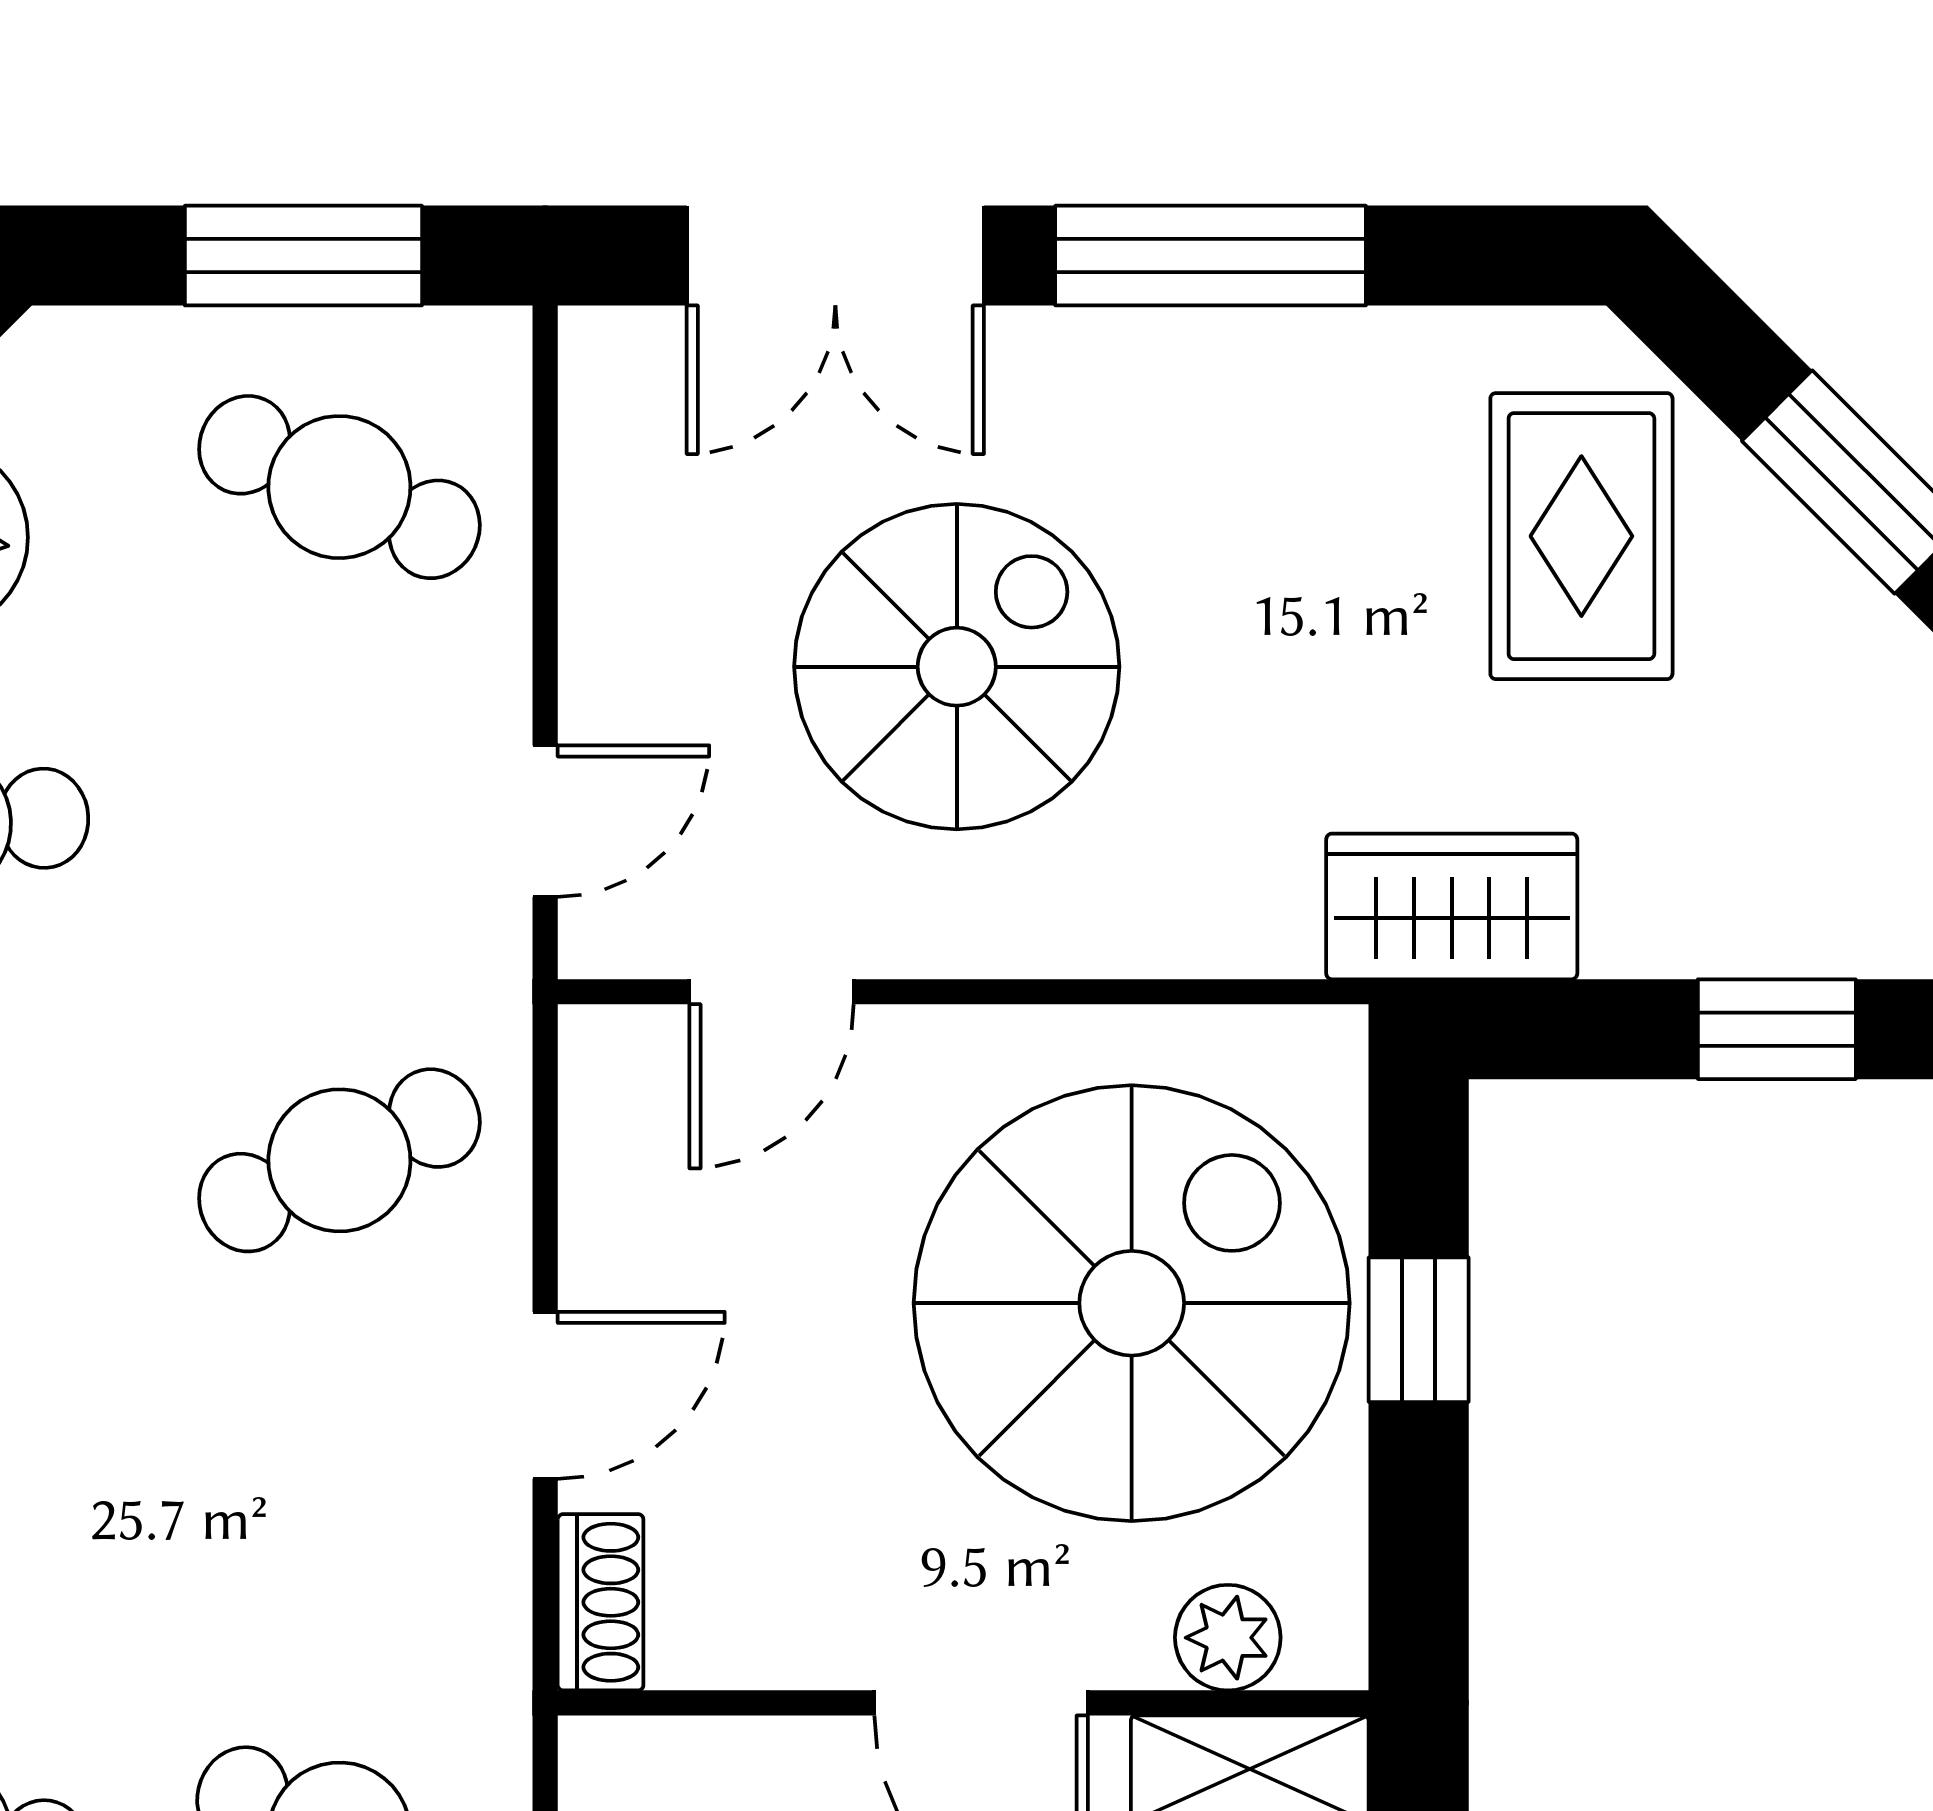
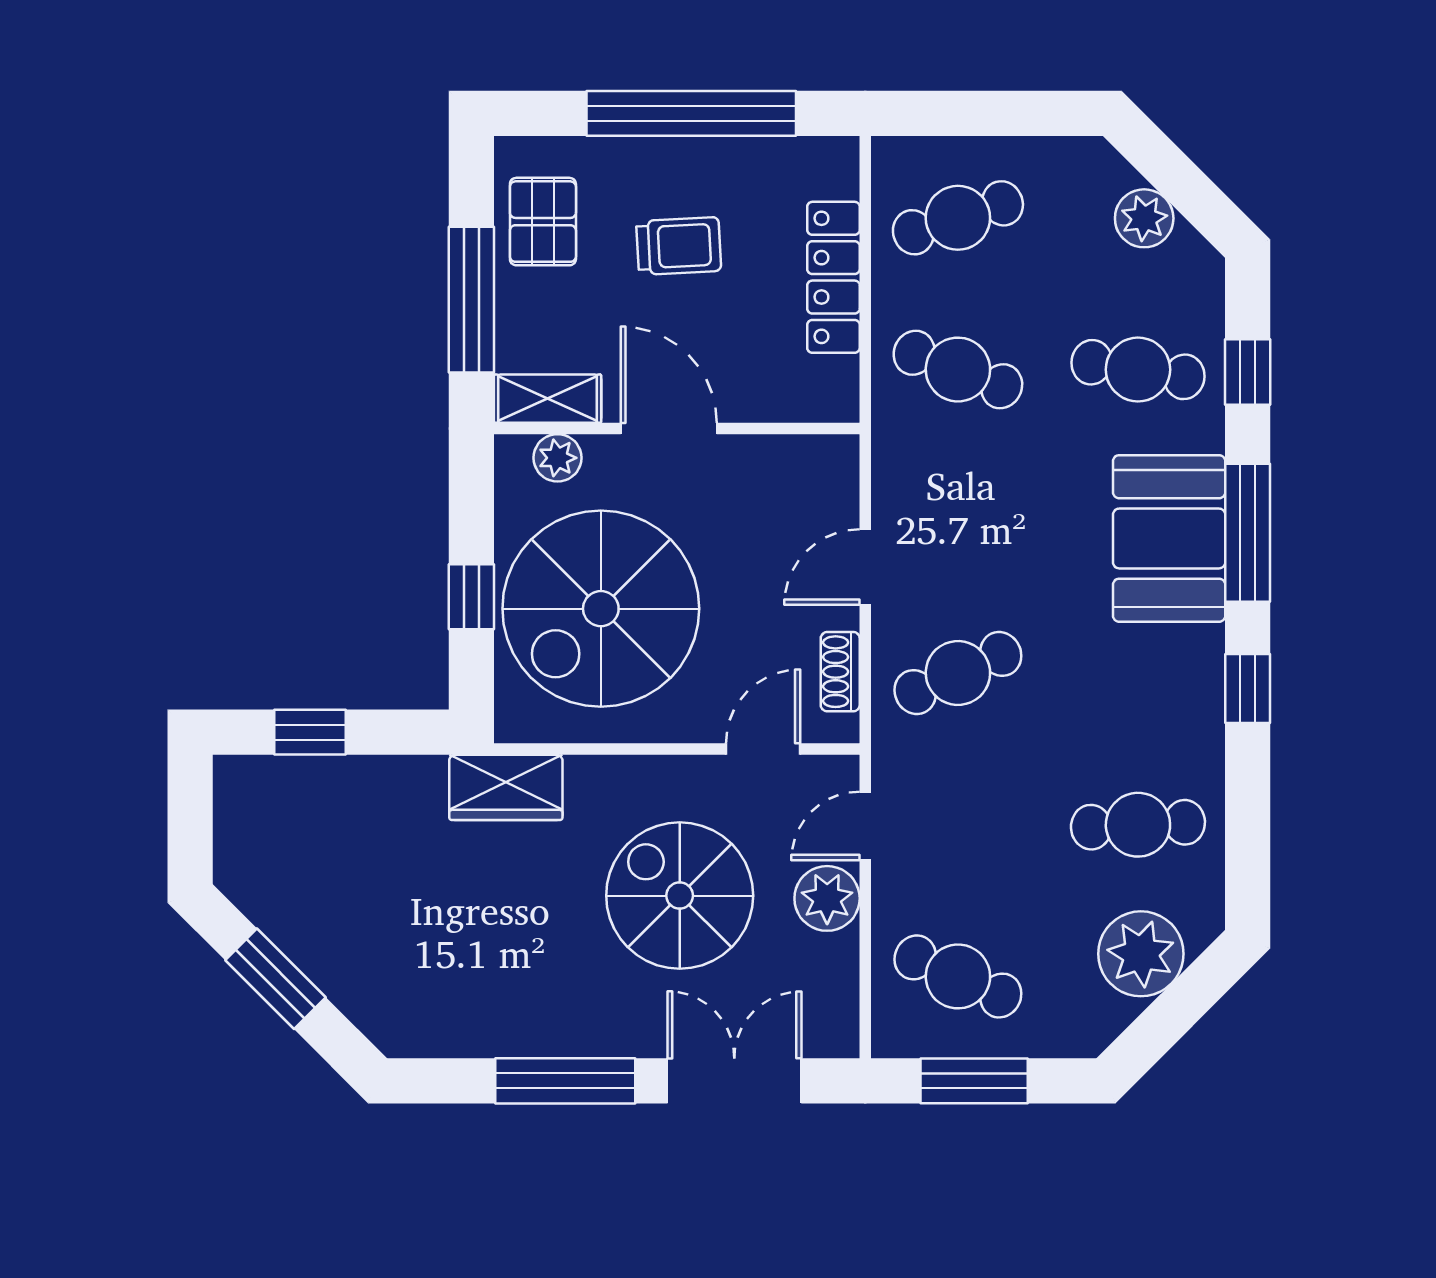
rug: (1581, 536) -> (398, 954), removed
plant: (630, 660) -> (827, 898), added
spiral stairs: (957, 667) -> (680, 896), turned 90
wardrobe: (1452, 906) -> (506, 787), moved
shoe rack: (601, 1602) -> (840, 672), moved

